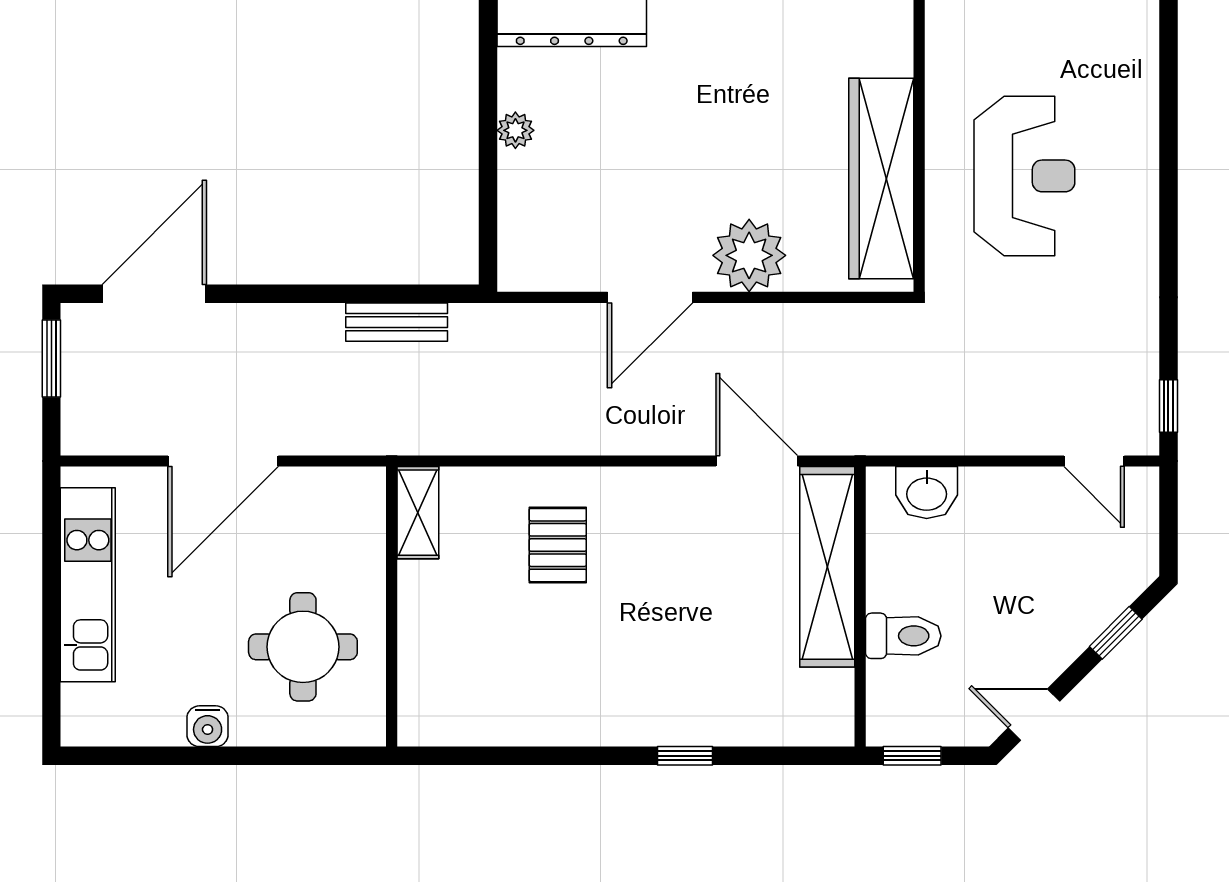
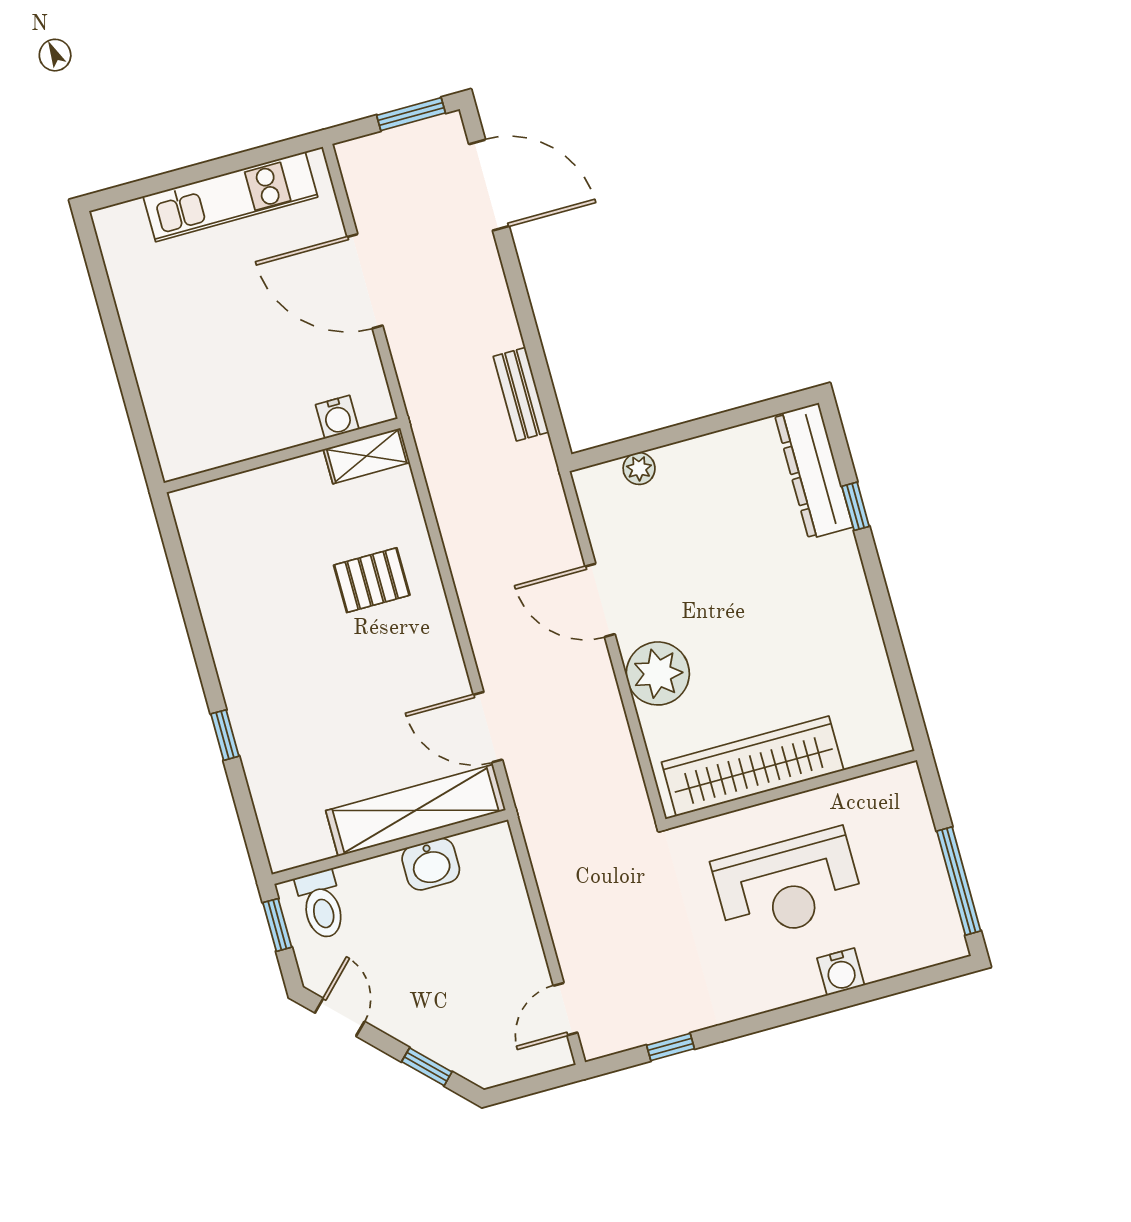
plant: (515, 130) -> (639, 469), moved
water cooler: (1137, 143) -> (841, 972), added
window: (1168, 406) -> (670, 1047), moved
door: (757, 461) -> (488, 727), swing flipped
washbasin: (927, 493) -> (431, 864), moved, turned -90
toilet: (903, 636) -> (321, 905), moved
round table: (303, 647) -> (228, 391), removed
water cooler: (208, 726) -> (337, 417), moved, turned -90

